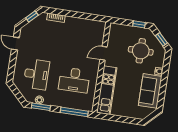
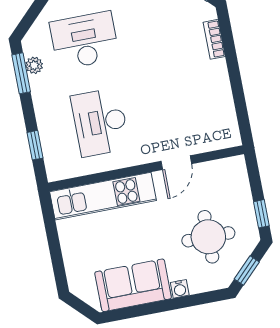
door: (104, 53) -> (176, 163), swing flipped
desk: (36, 74) -> (84, 40), turned 180
window: (74, 112) -> (35, 145), width x0.46

